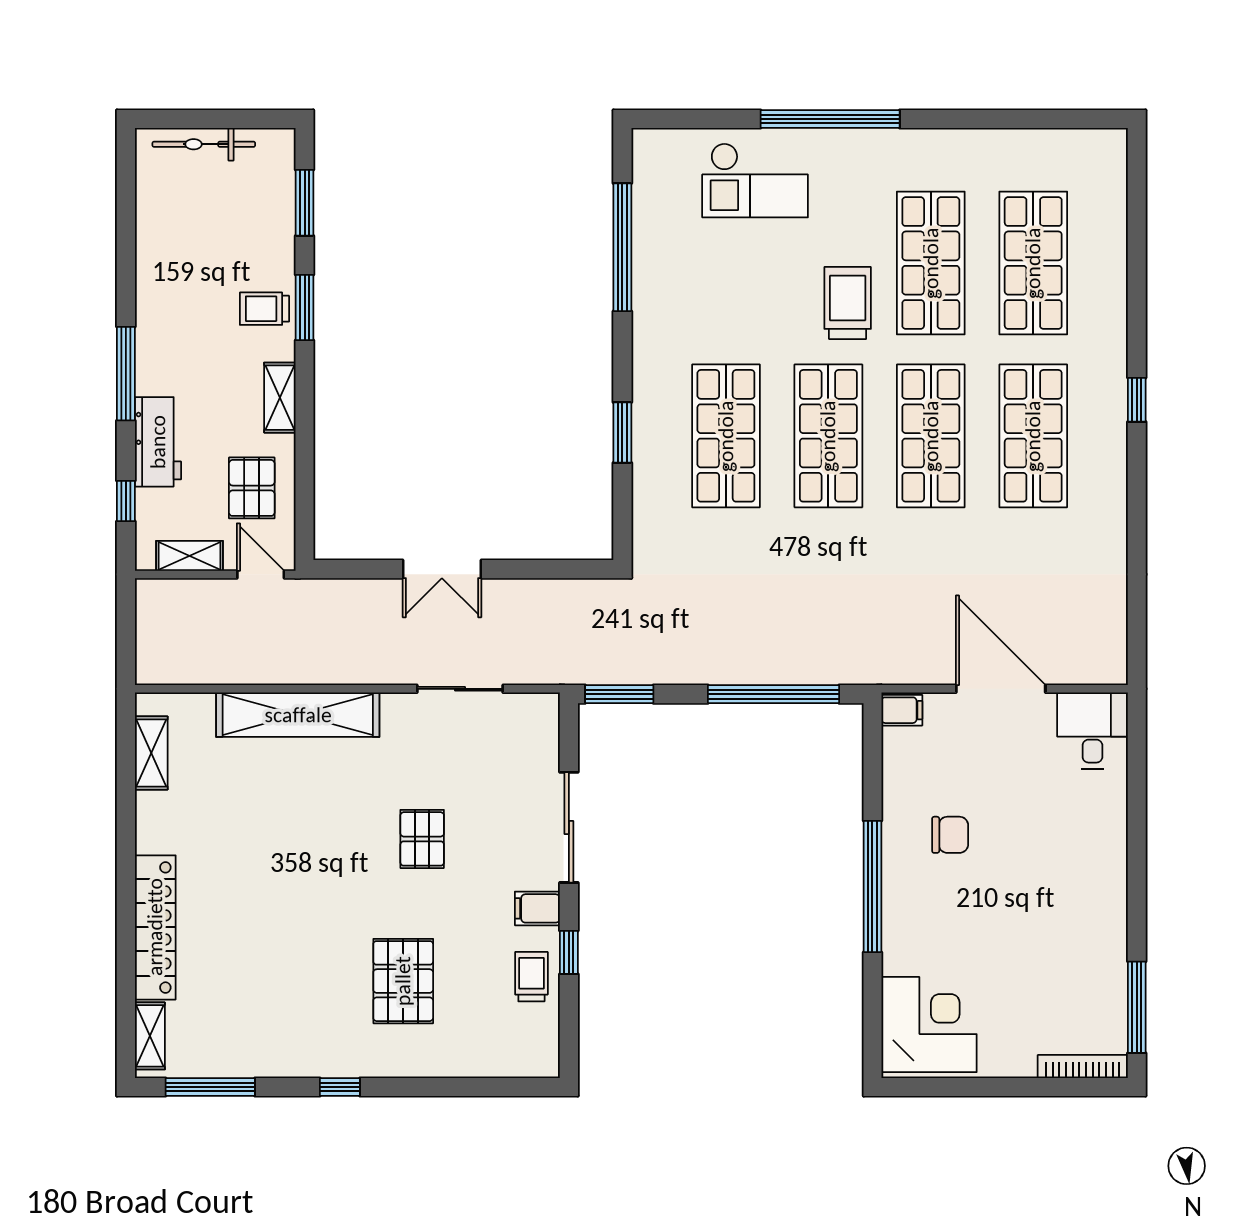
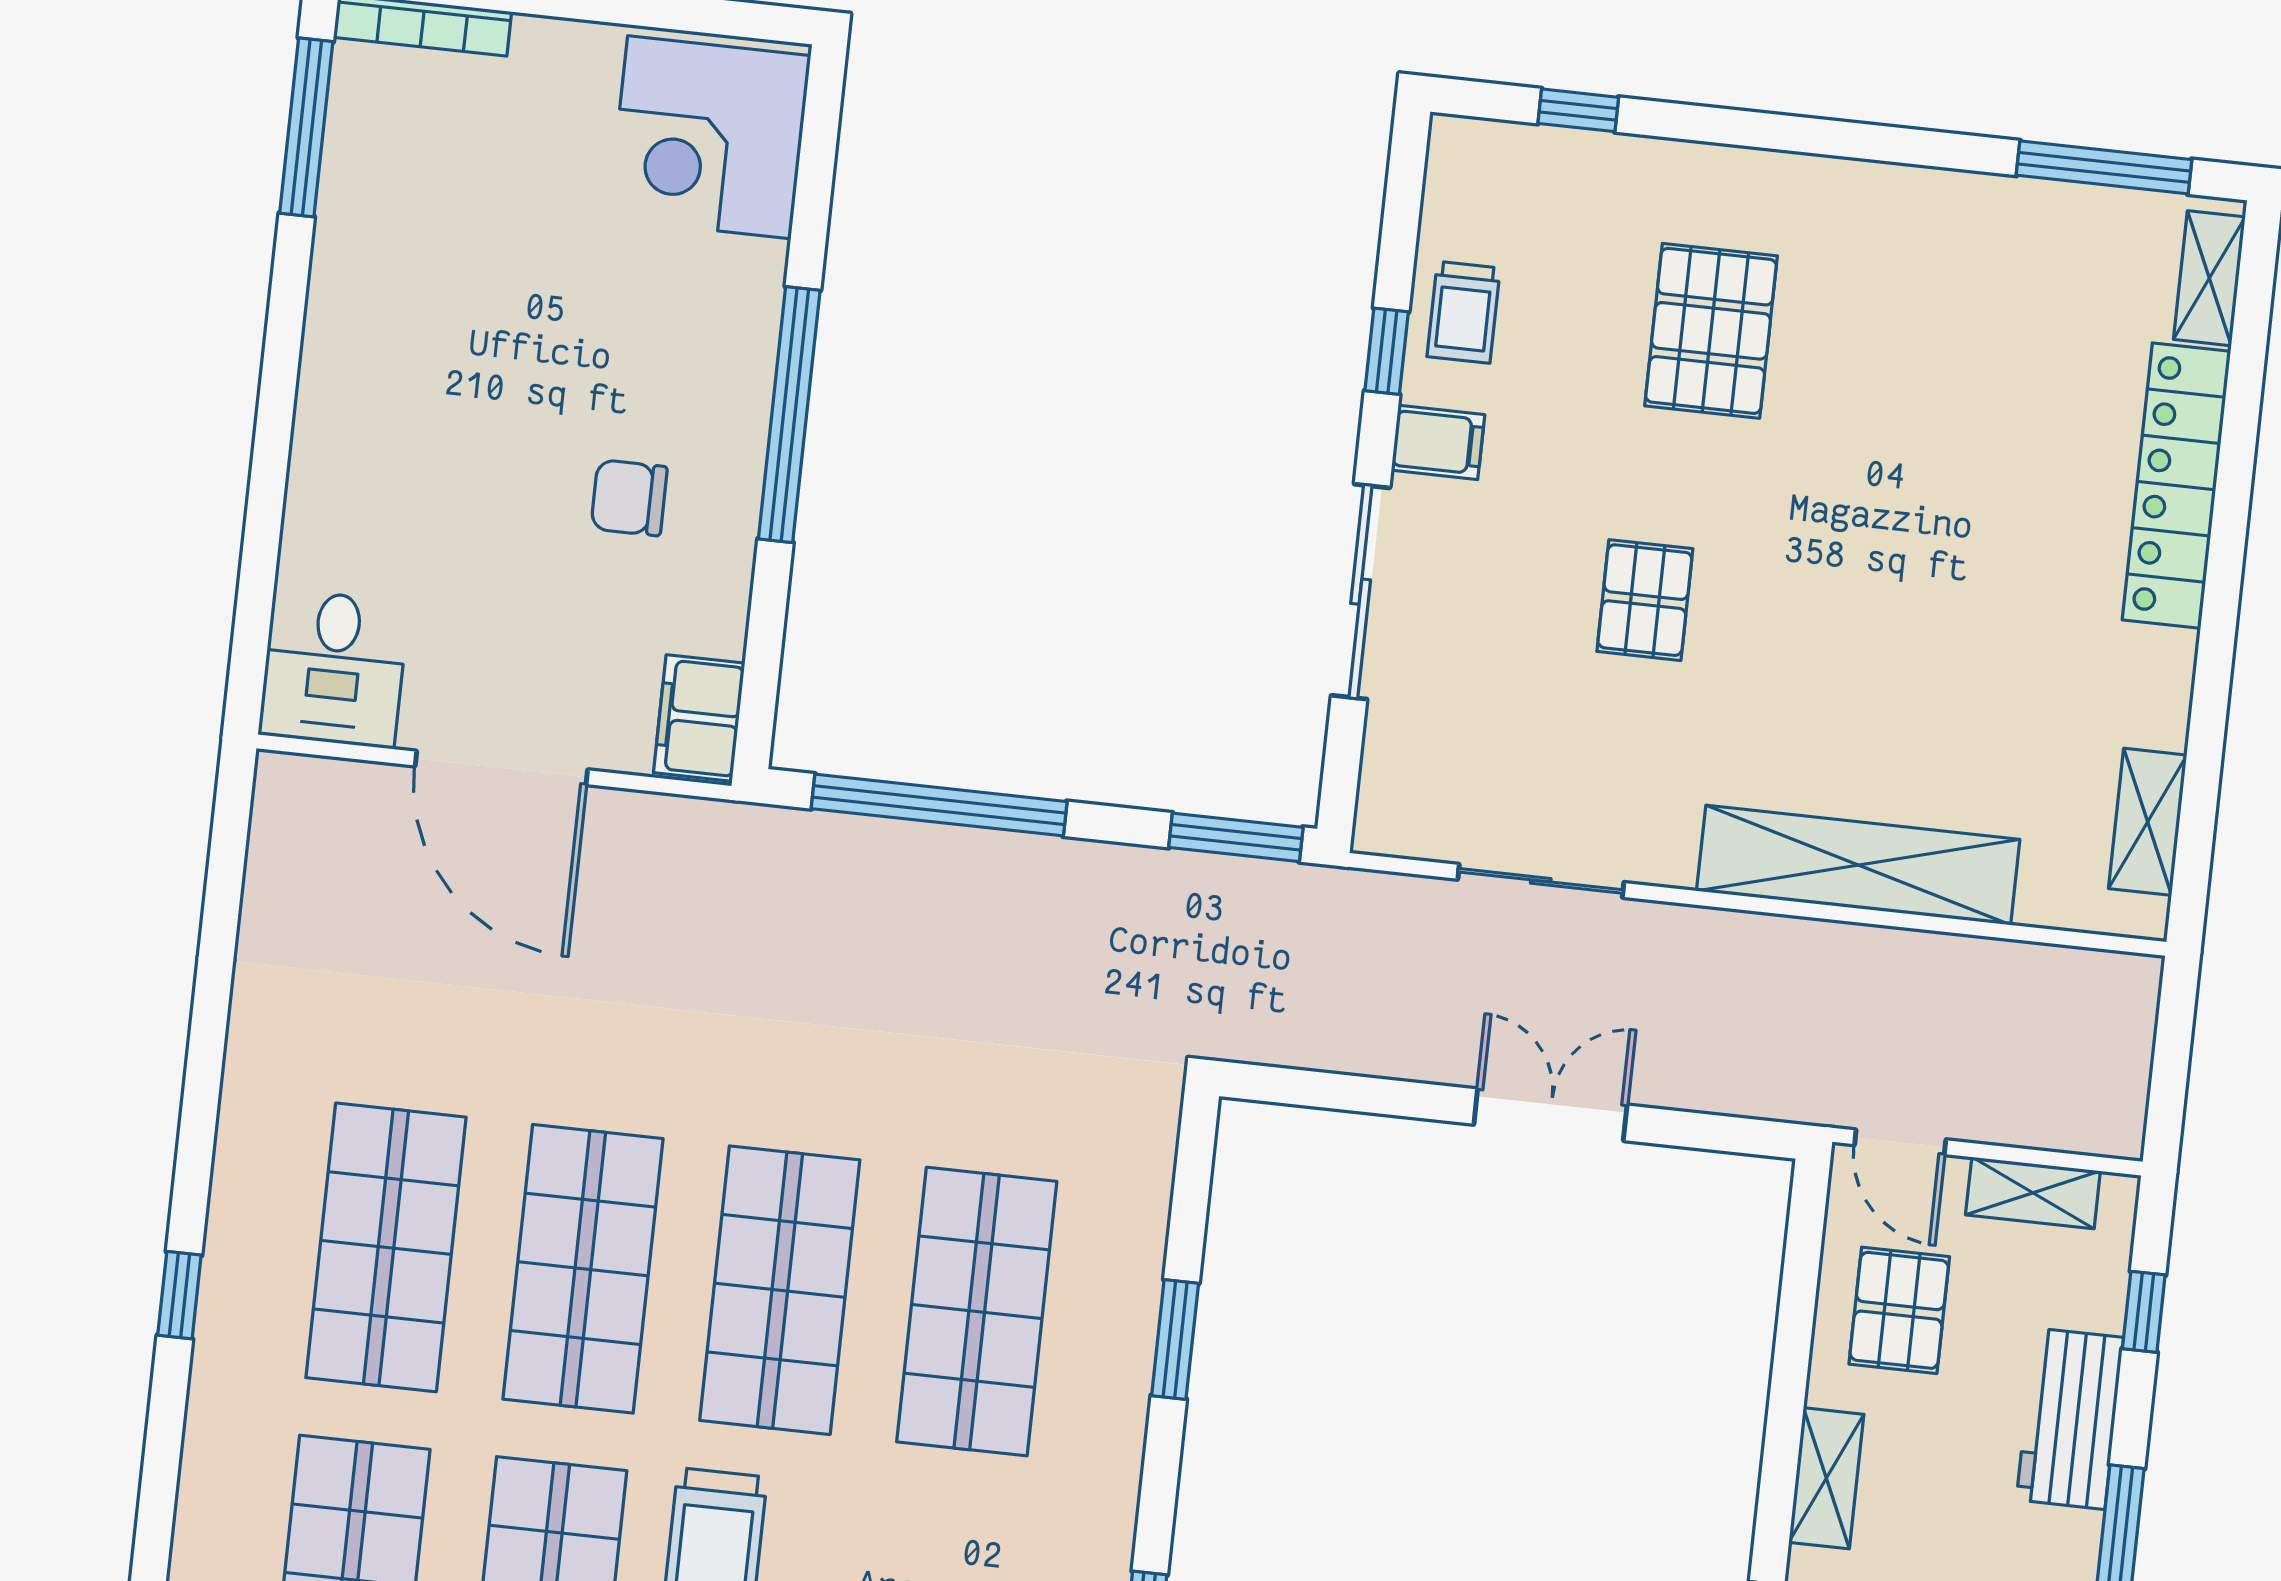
filing cabinet: (902, 710) -> (699, 718), width x2.00
window: (340, 1087) -> (1578, 110), moved

